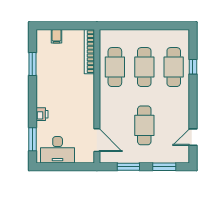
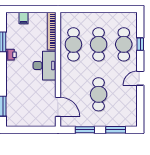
printer: (42, 114) -> (11, 55), moved
door: (193, 137) -> (140, 78), moved
desk: (58, 150) -> (45, 66), moved, turned -90

